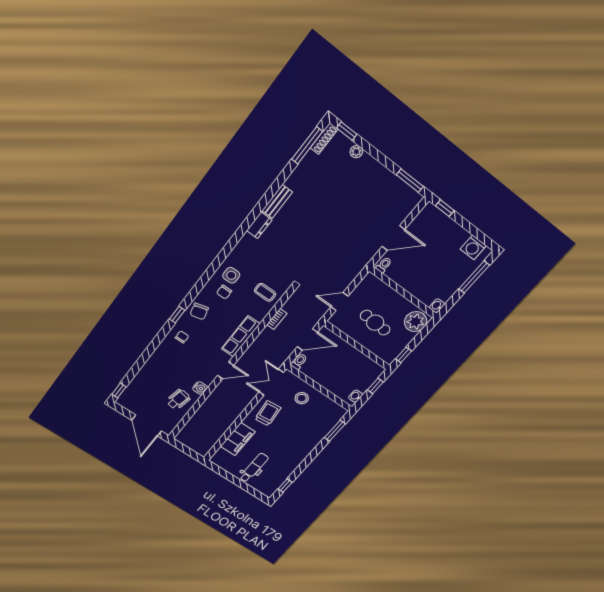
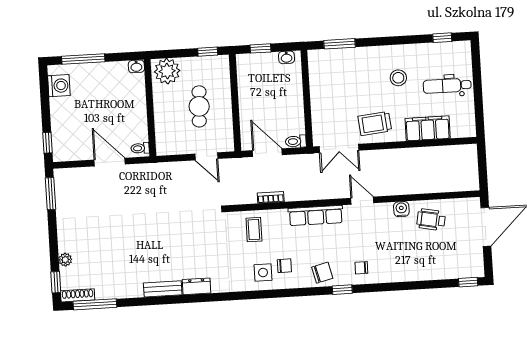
stool: (302, 398) -> (398, 78), moved

